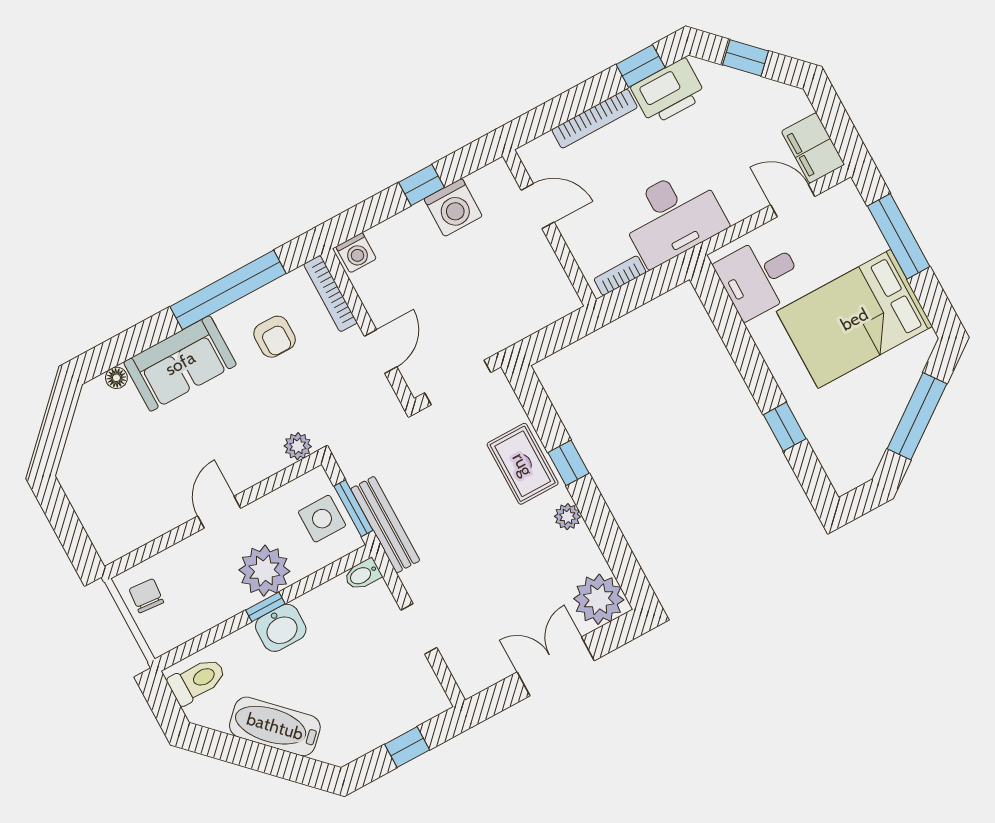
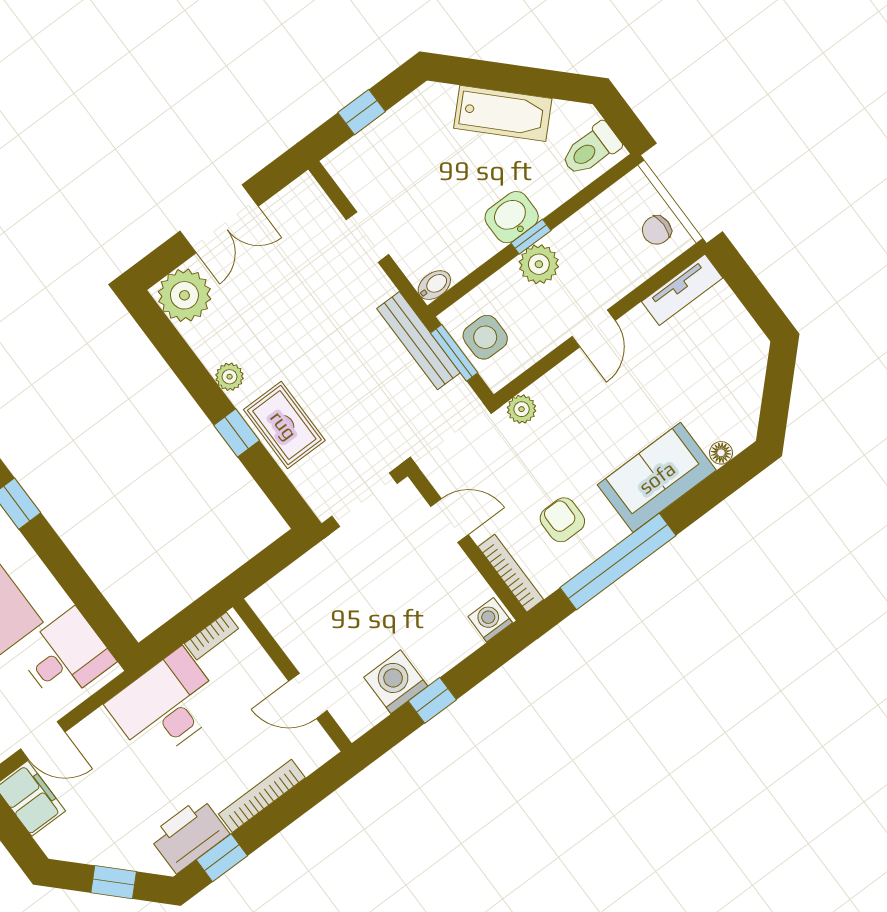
door: (381, 351) -> (450, 520), swing flipped
tv unit: (131, 536) -> (682, 290), added
plant: (264, 571) -> (539, 264), width x0.73, depth x0.73
chair: (146, 596) -> (657, 230), turned 85

